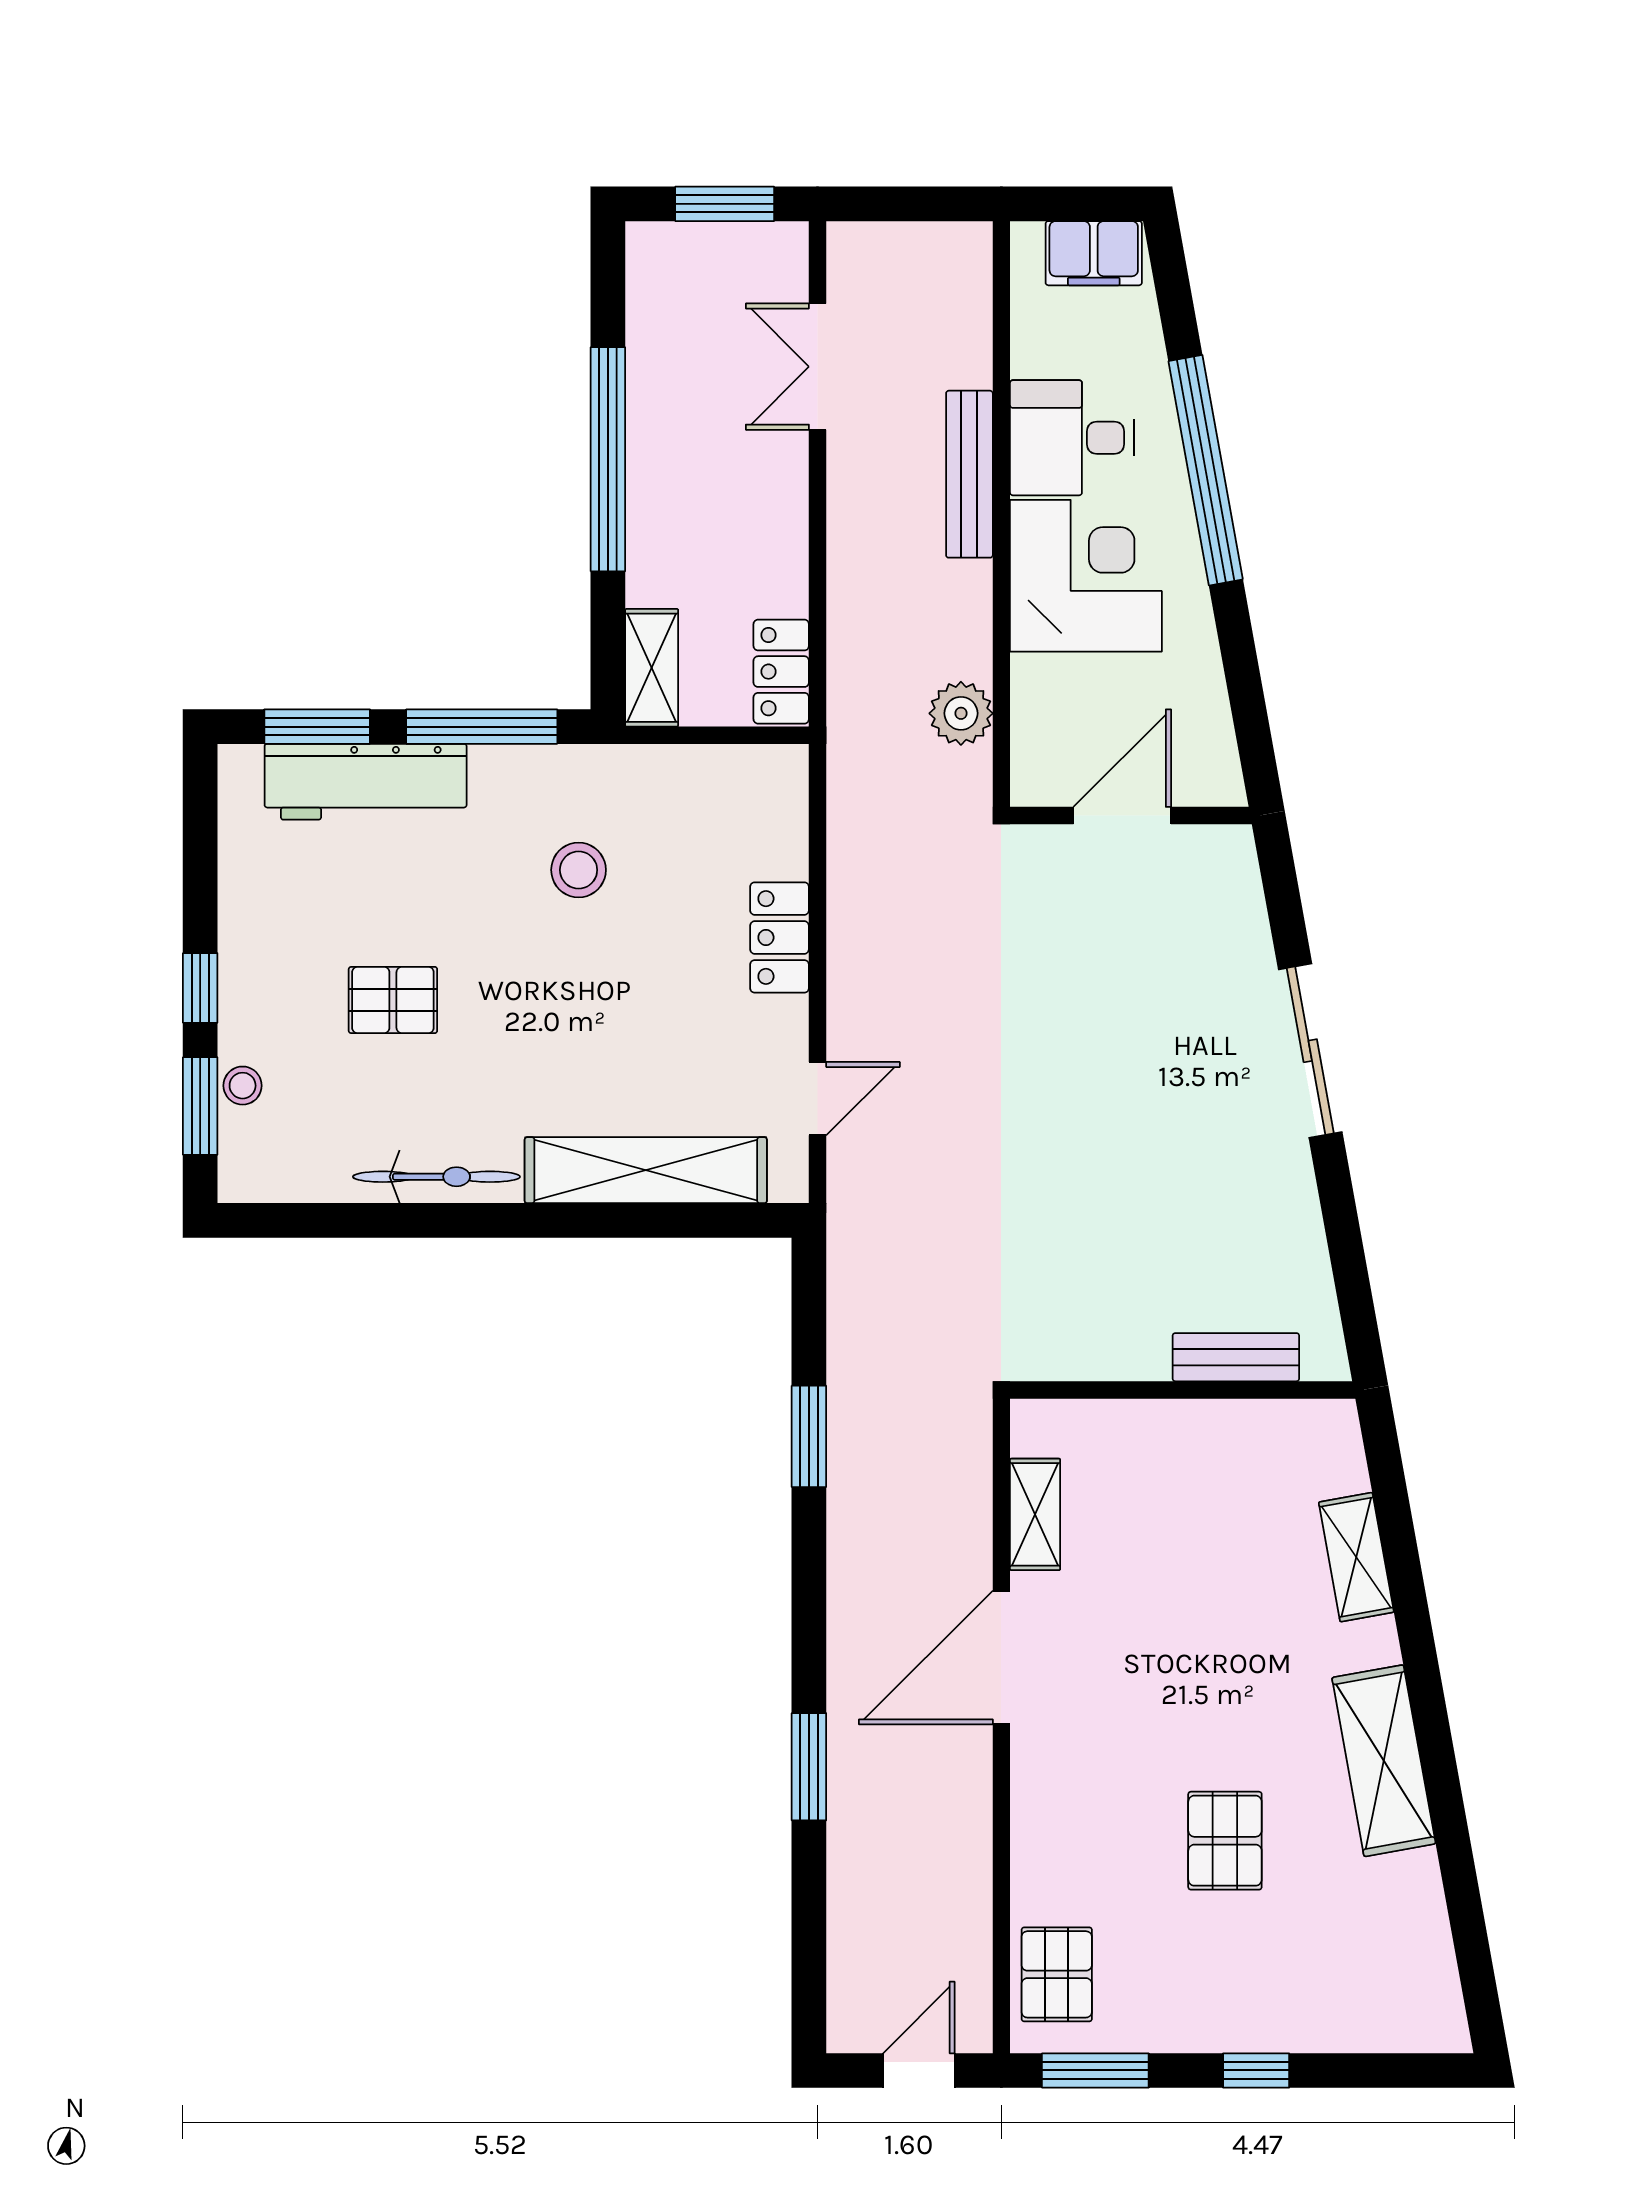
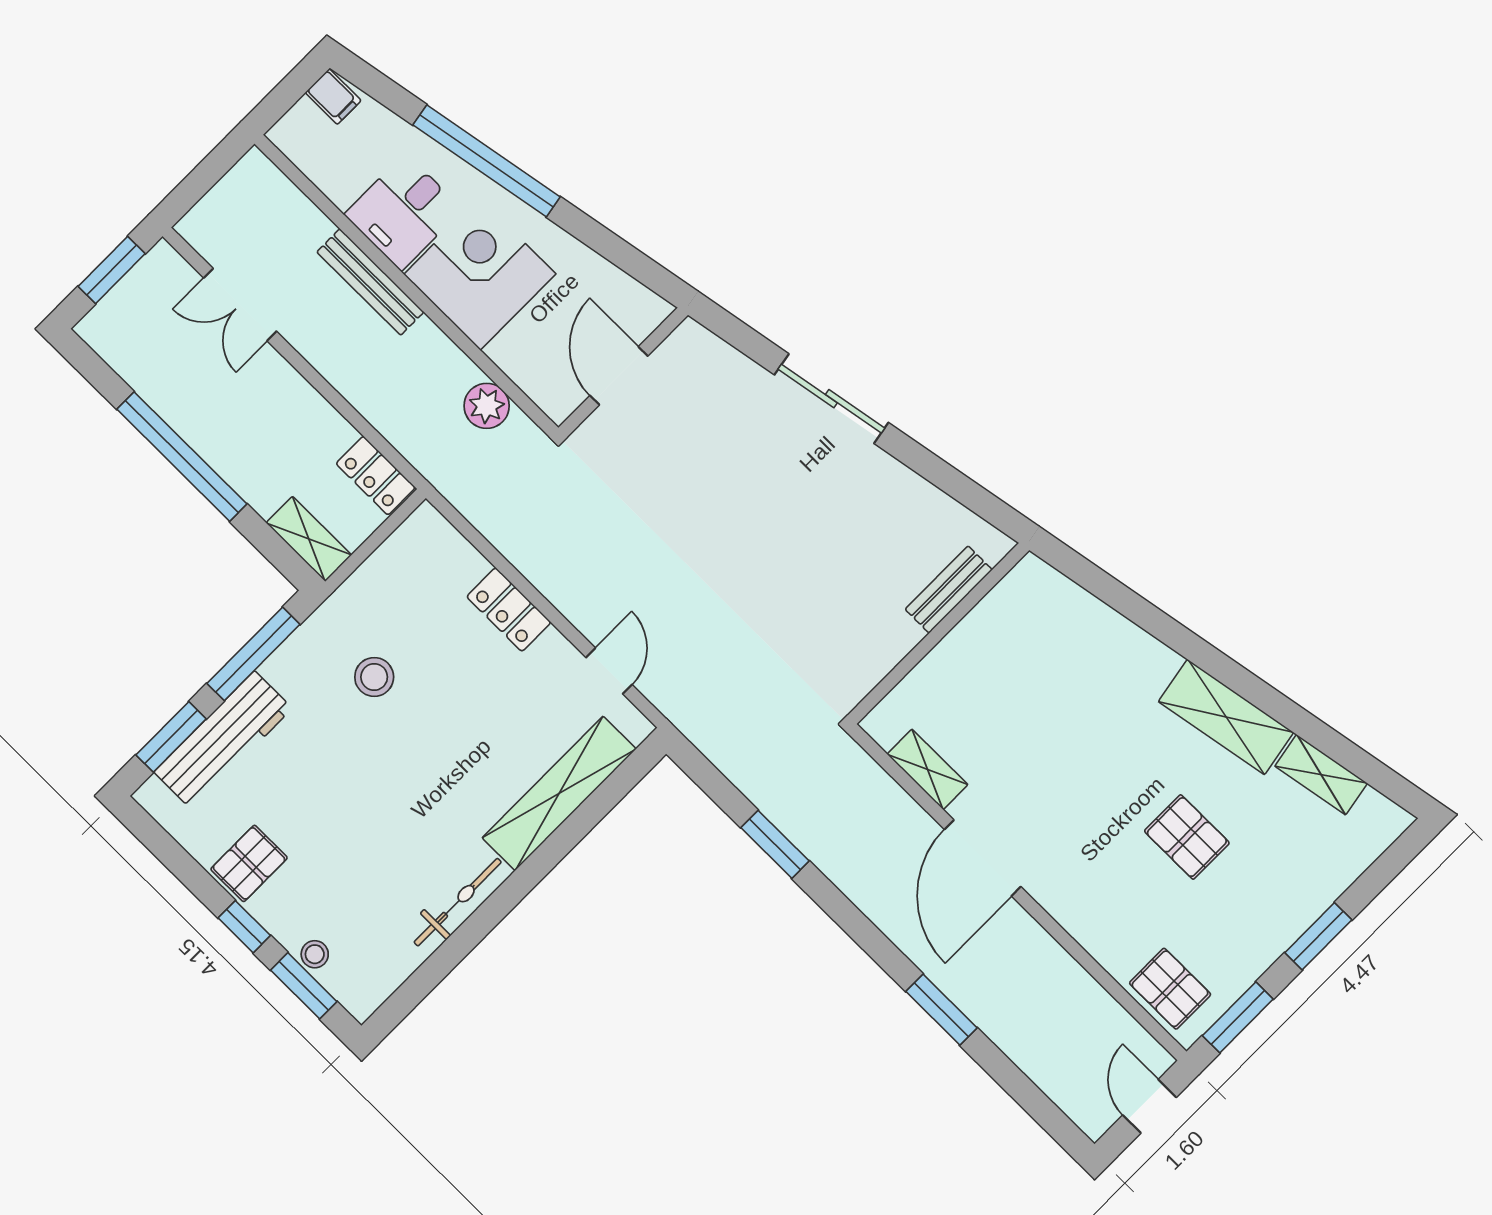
filing cabinet: (1094, 253) -> (333, 97), width x0.50
pallet: (393, 1000) -> (249, 863), moved
shelving: (1356, 1557) -> (1321, 775), moved
window: (1256, 2070) -> (1318, 936), width x1.50

